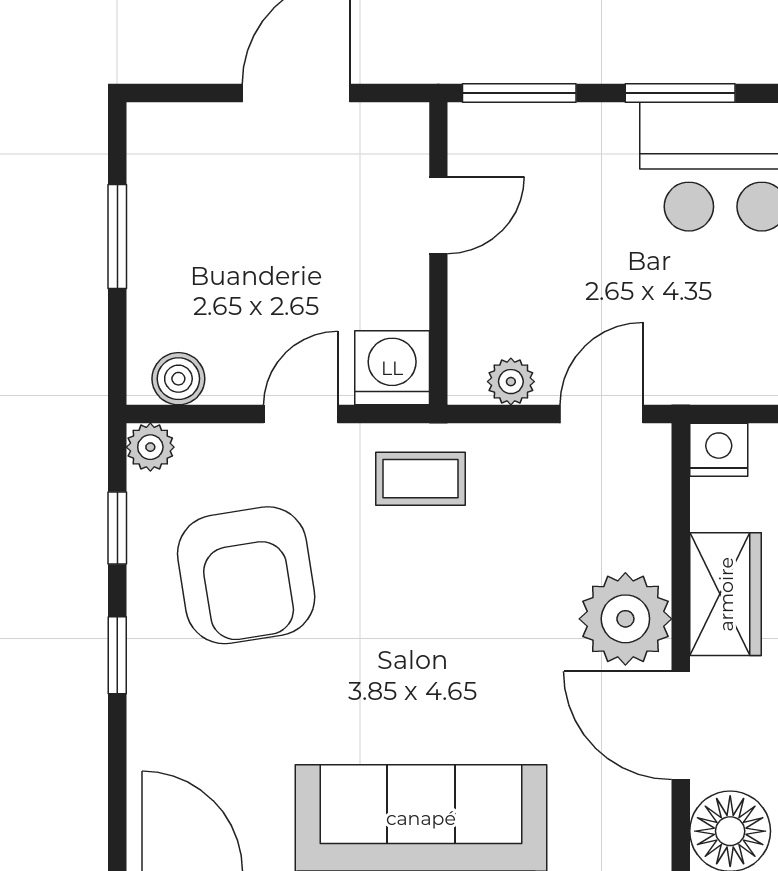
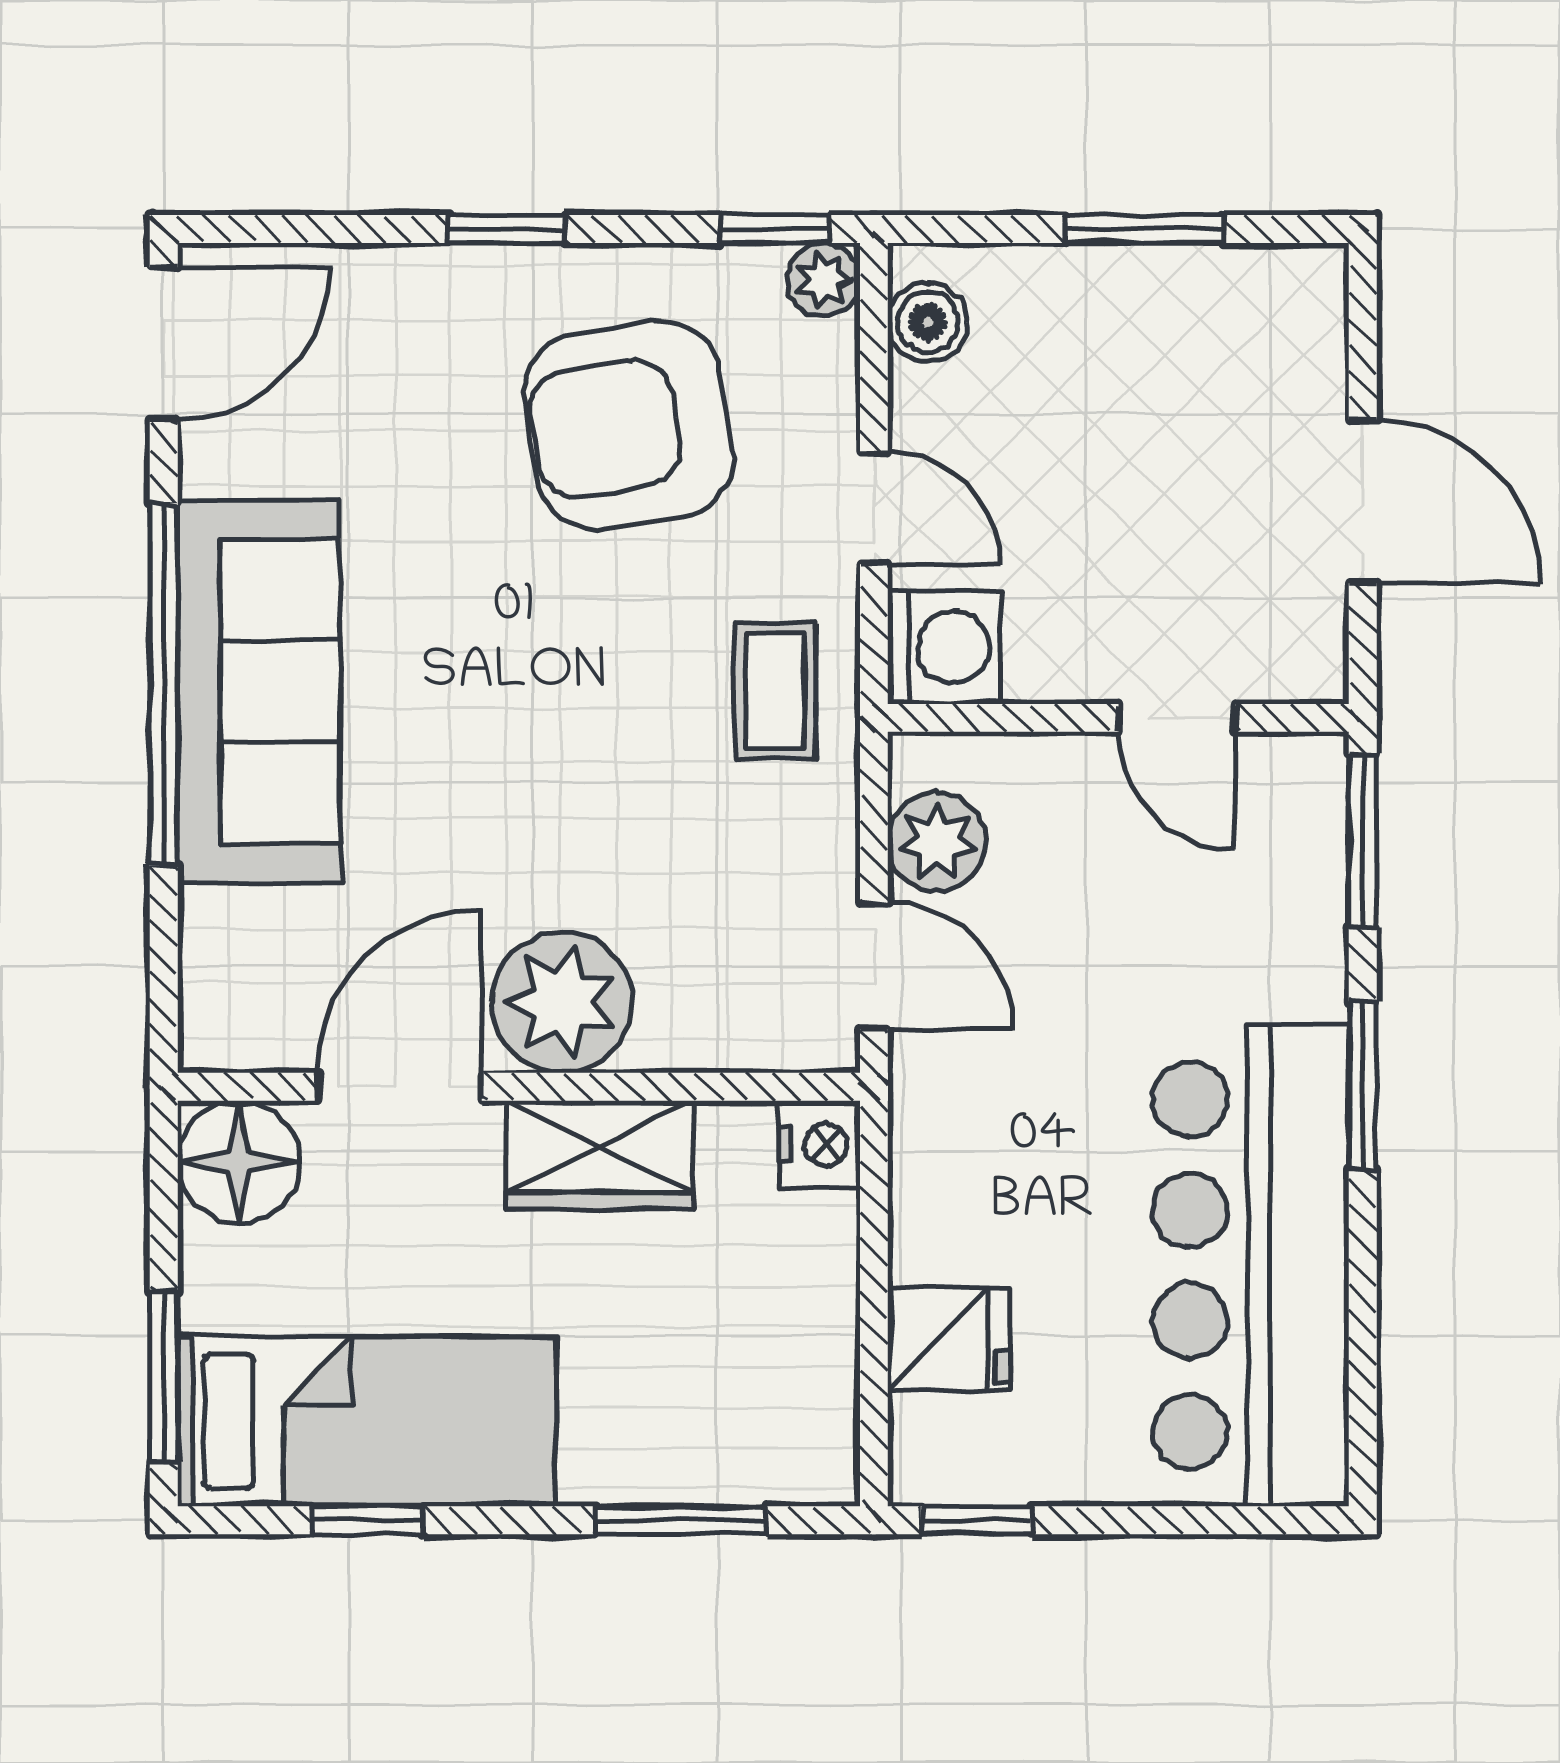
plant: (511, 382) -> (937, 842), width x1.38, depth x1.38
window: (117, 528) -> (775, 229), moved

